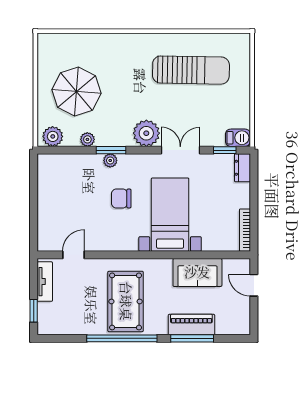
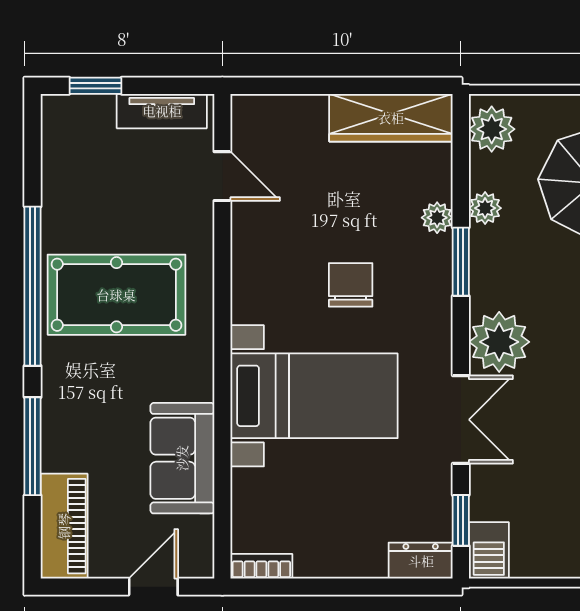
plant: (110, 160) -> (437, 218), moved
wardrobe: (48, 181) -> (391, 118), added
bookcase: (245, 230) -> (261, 566), width x0.64
piano: (191, 325) -> (64, 526), moved

